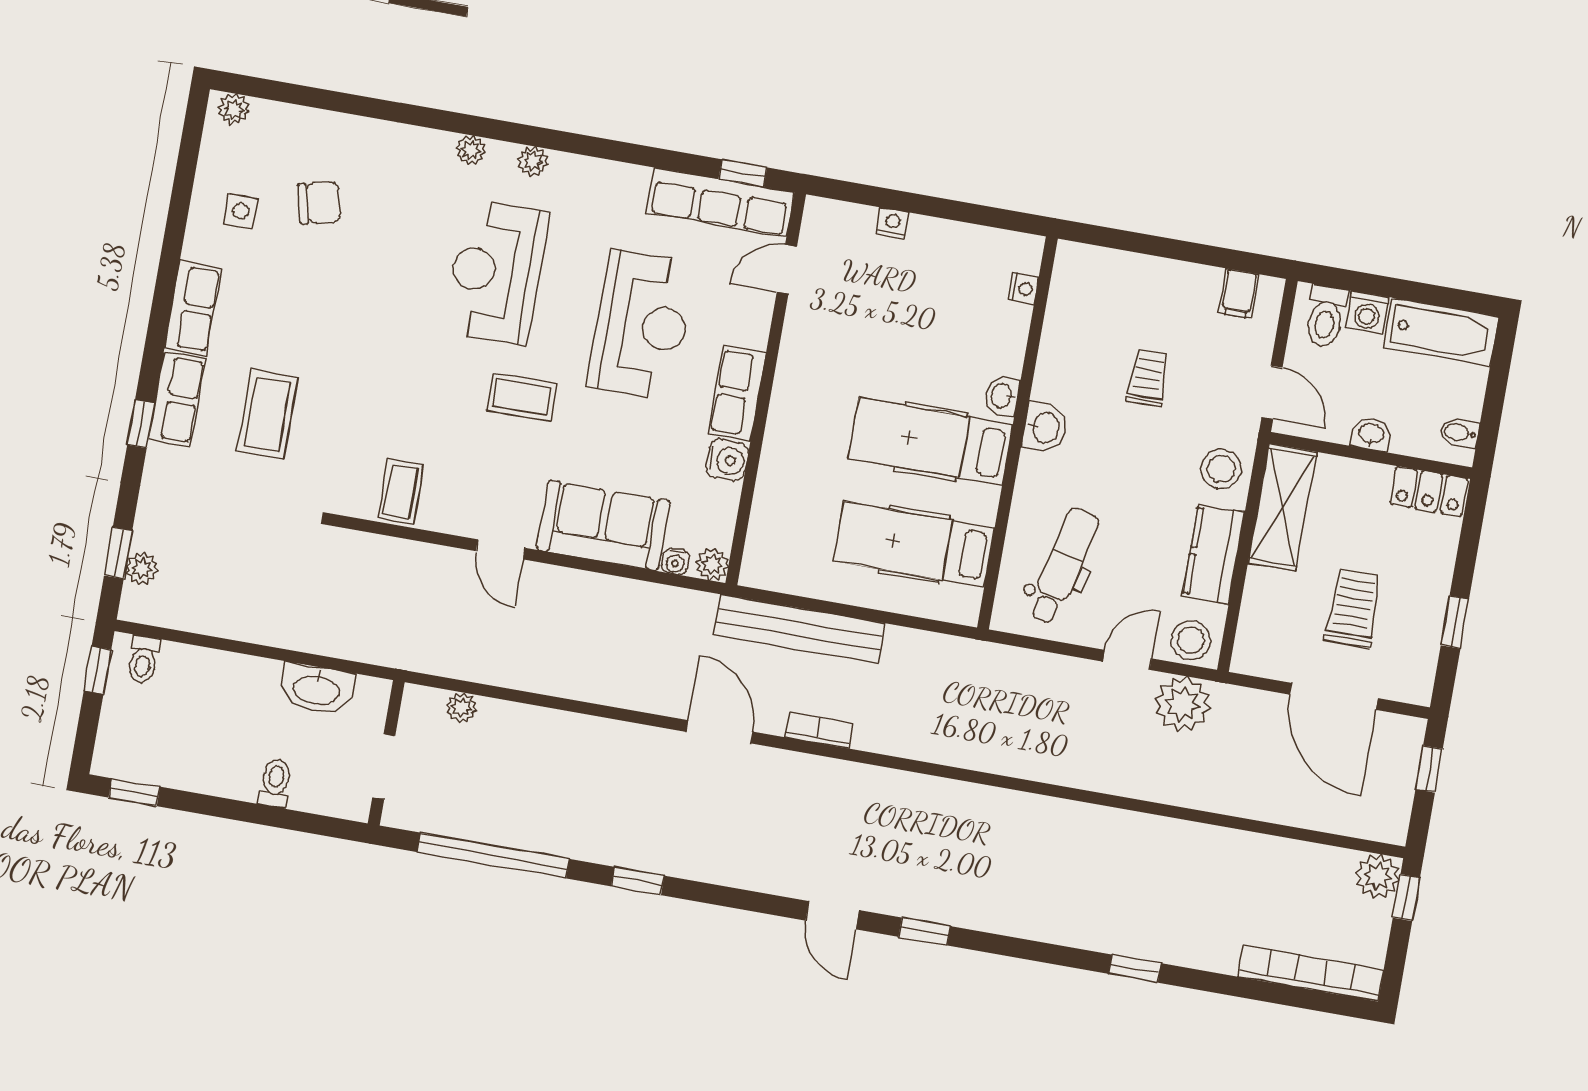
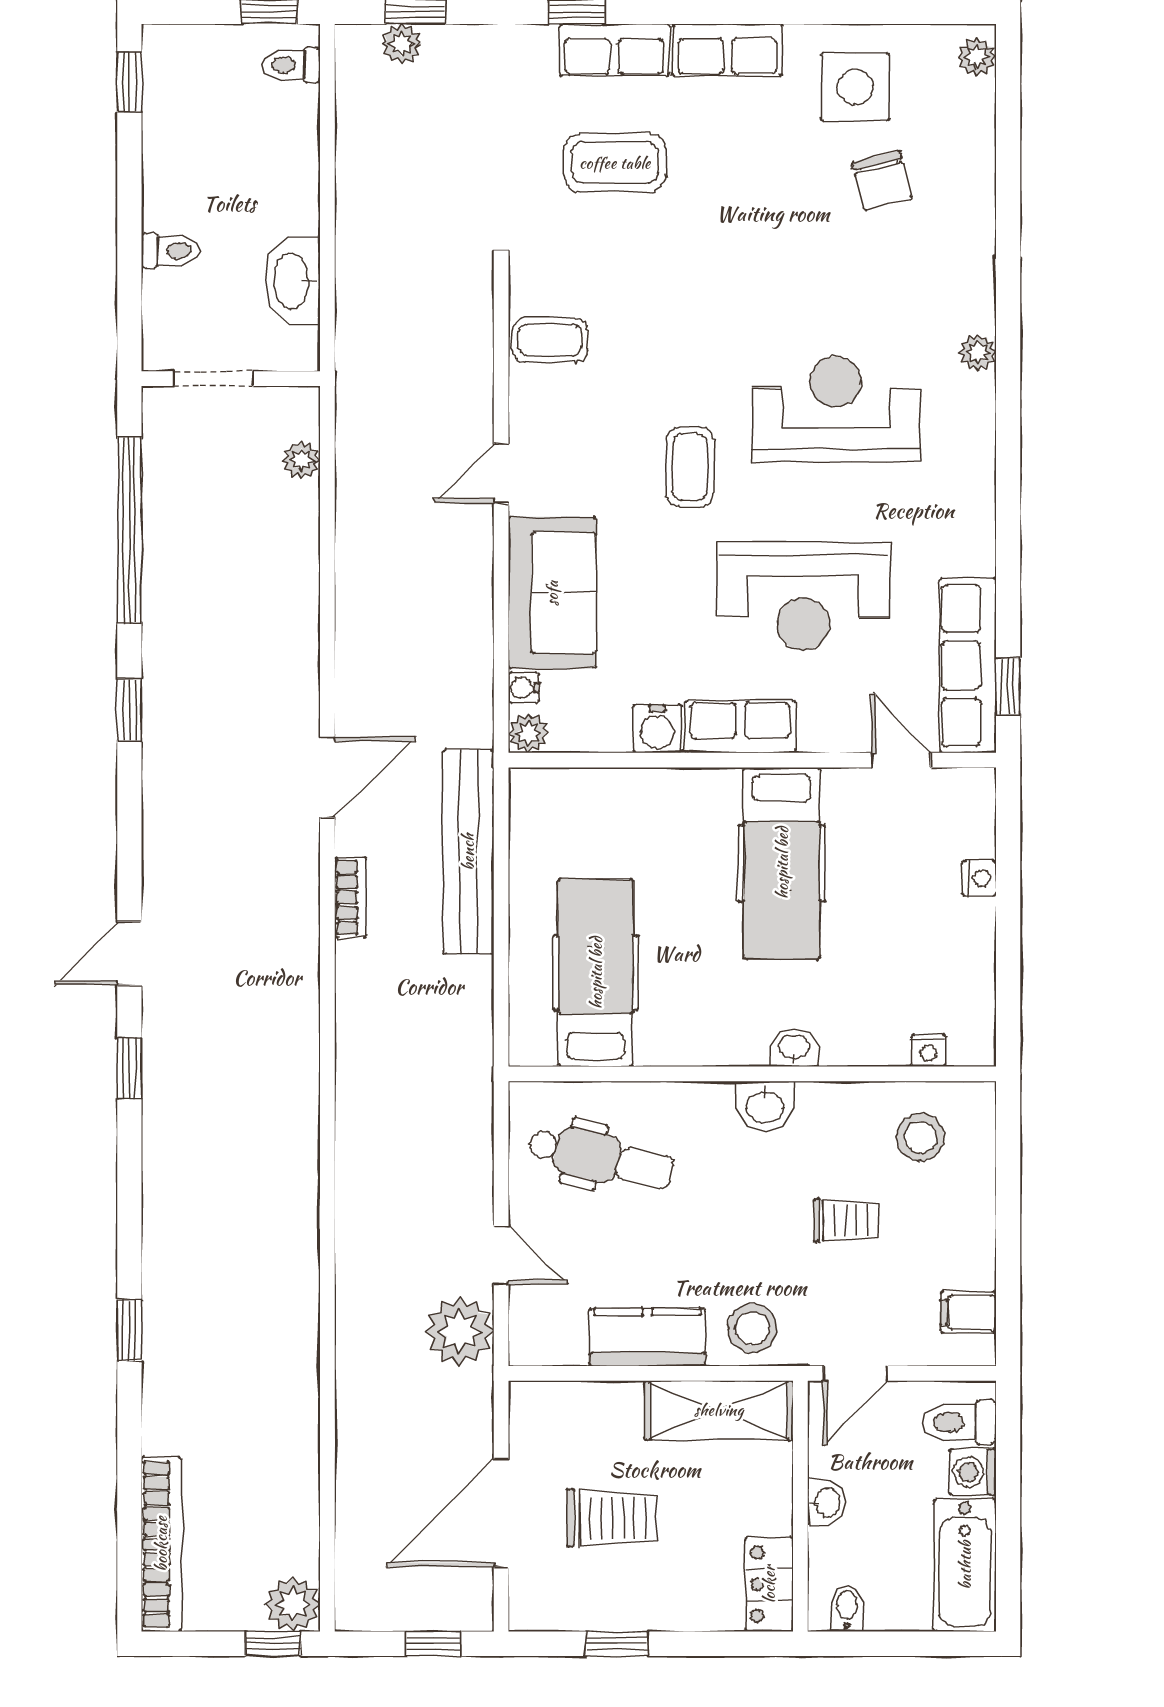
plant: (533, 162) -> (977, 430), removed
side table: (241, 211) -> (855, 87), width x1.87, depth x1.87
hospital bed: (931, 442) -> (782, 863), moved, turned 180
stool: (1191, 640) -> (920, 1137), moved

